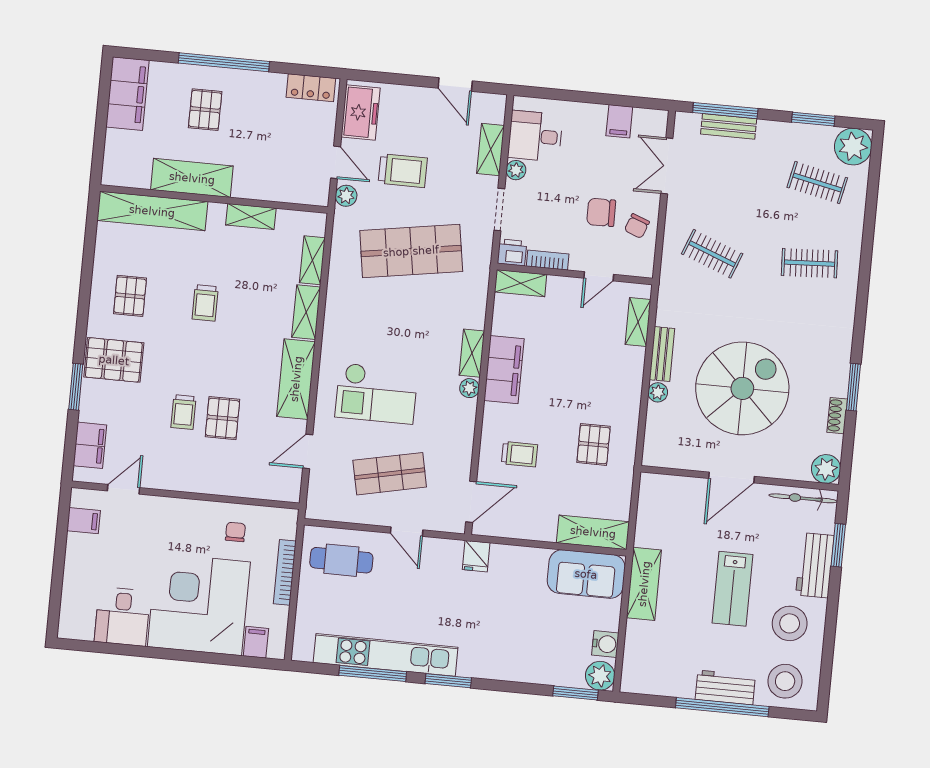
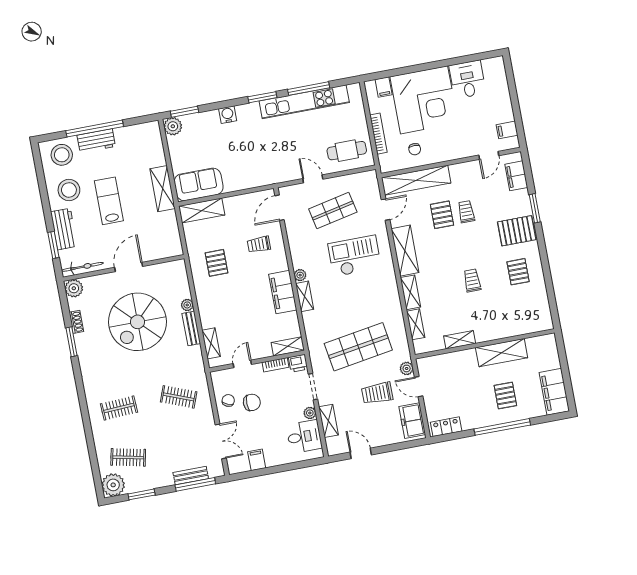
shelving: (152, 211) -> (416, 180), moved
fridge: (476, 556) -> (267, 176), removed
water cooler: (605, 644) -> (228, 115), moved, turned 90

